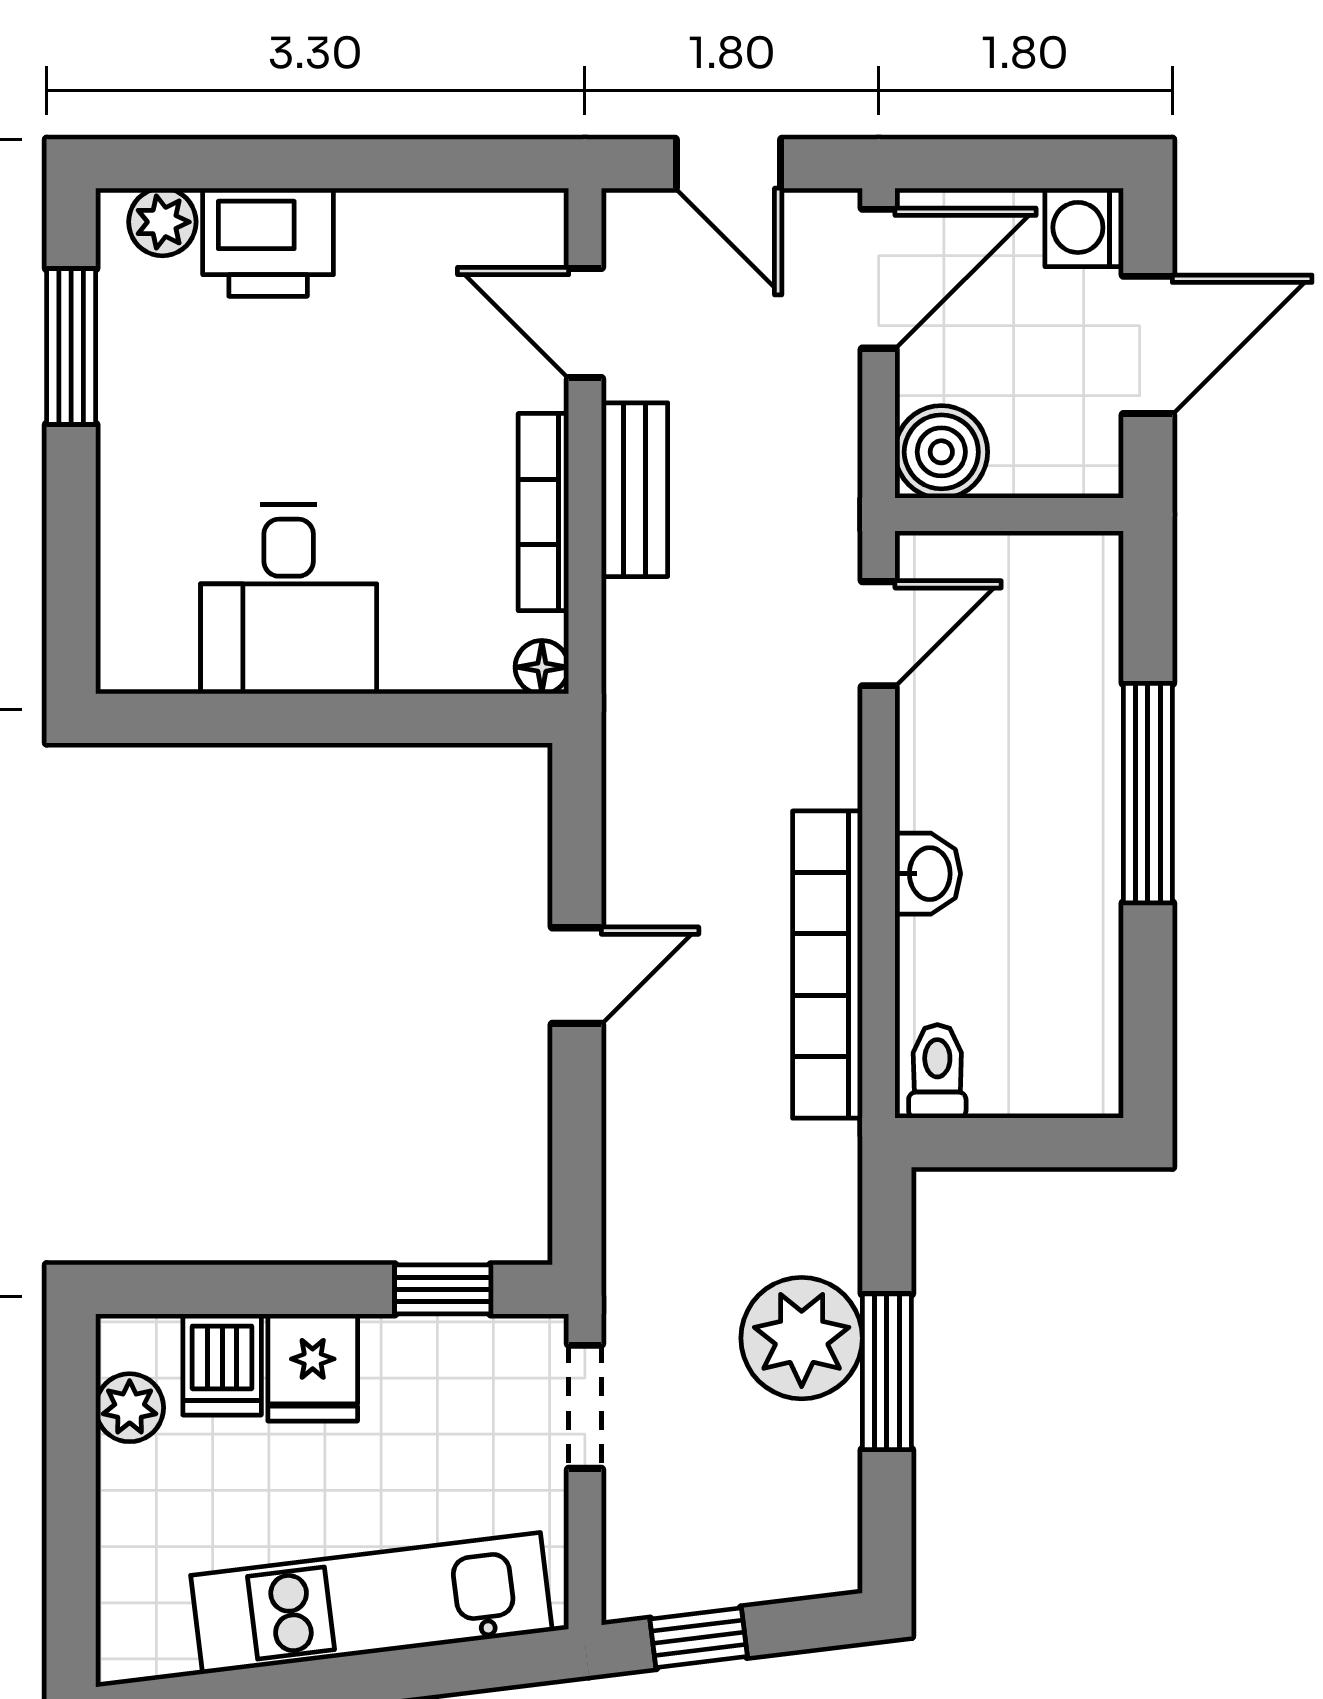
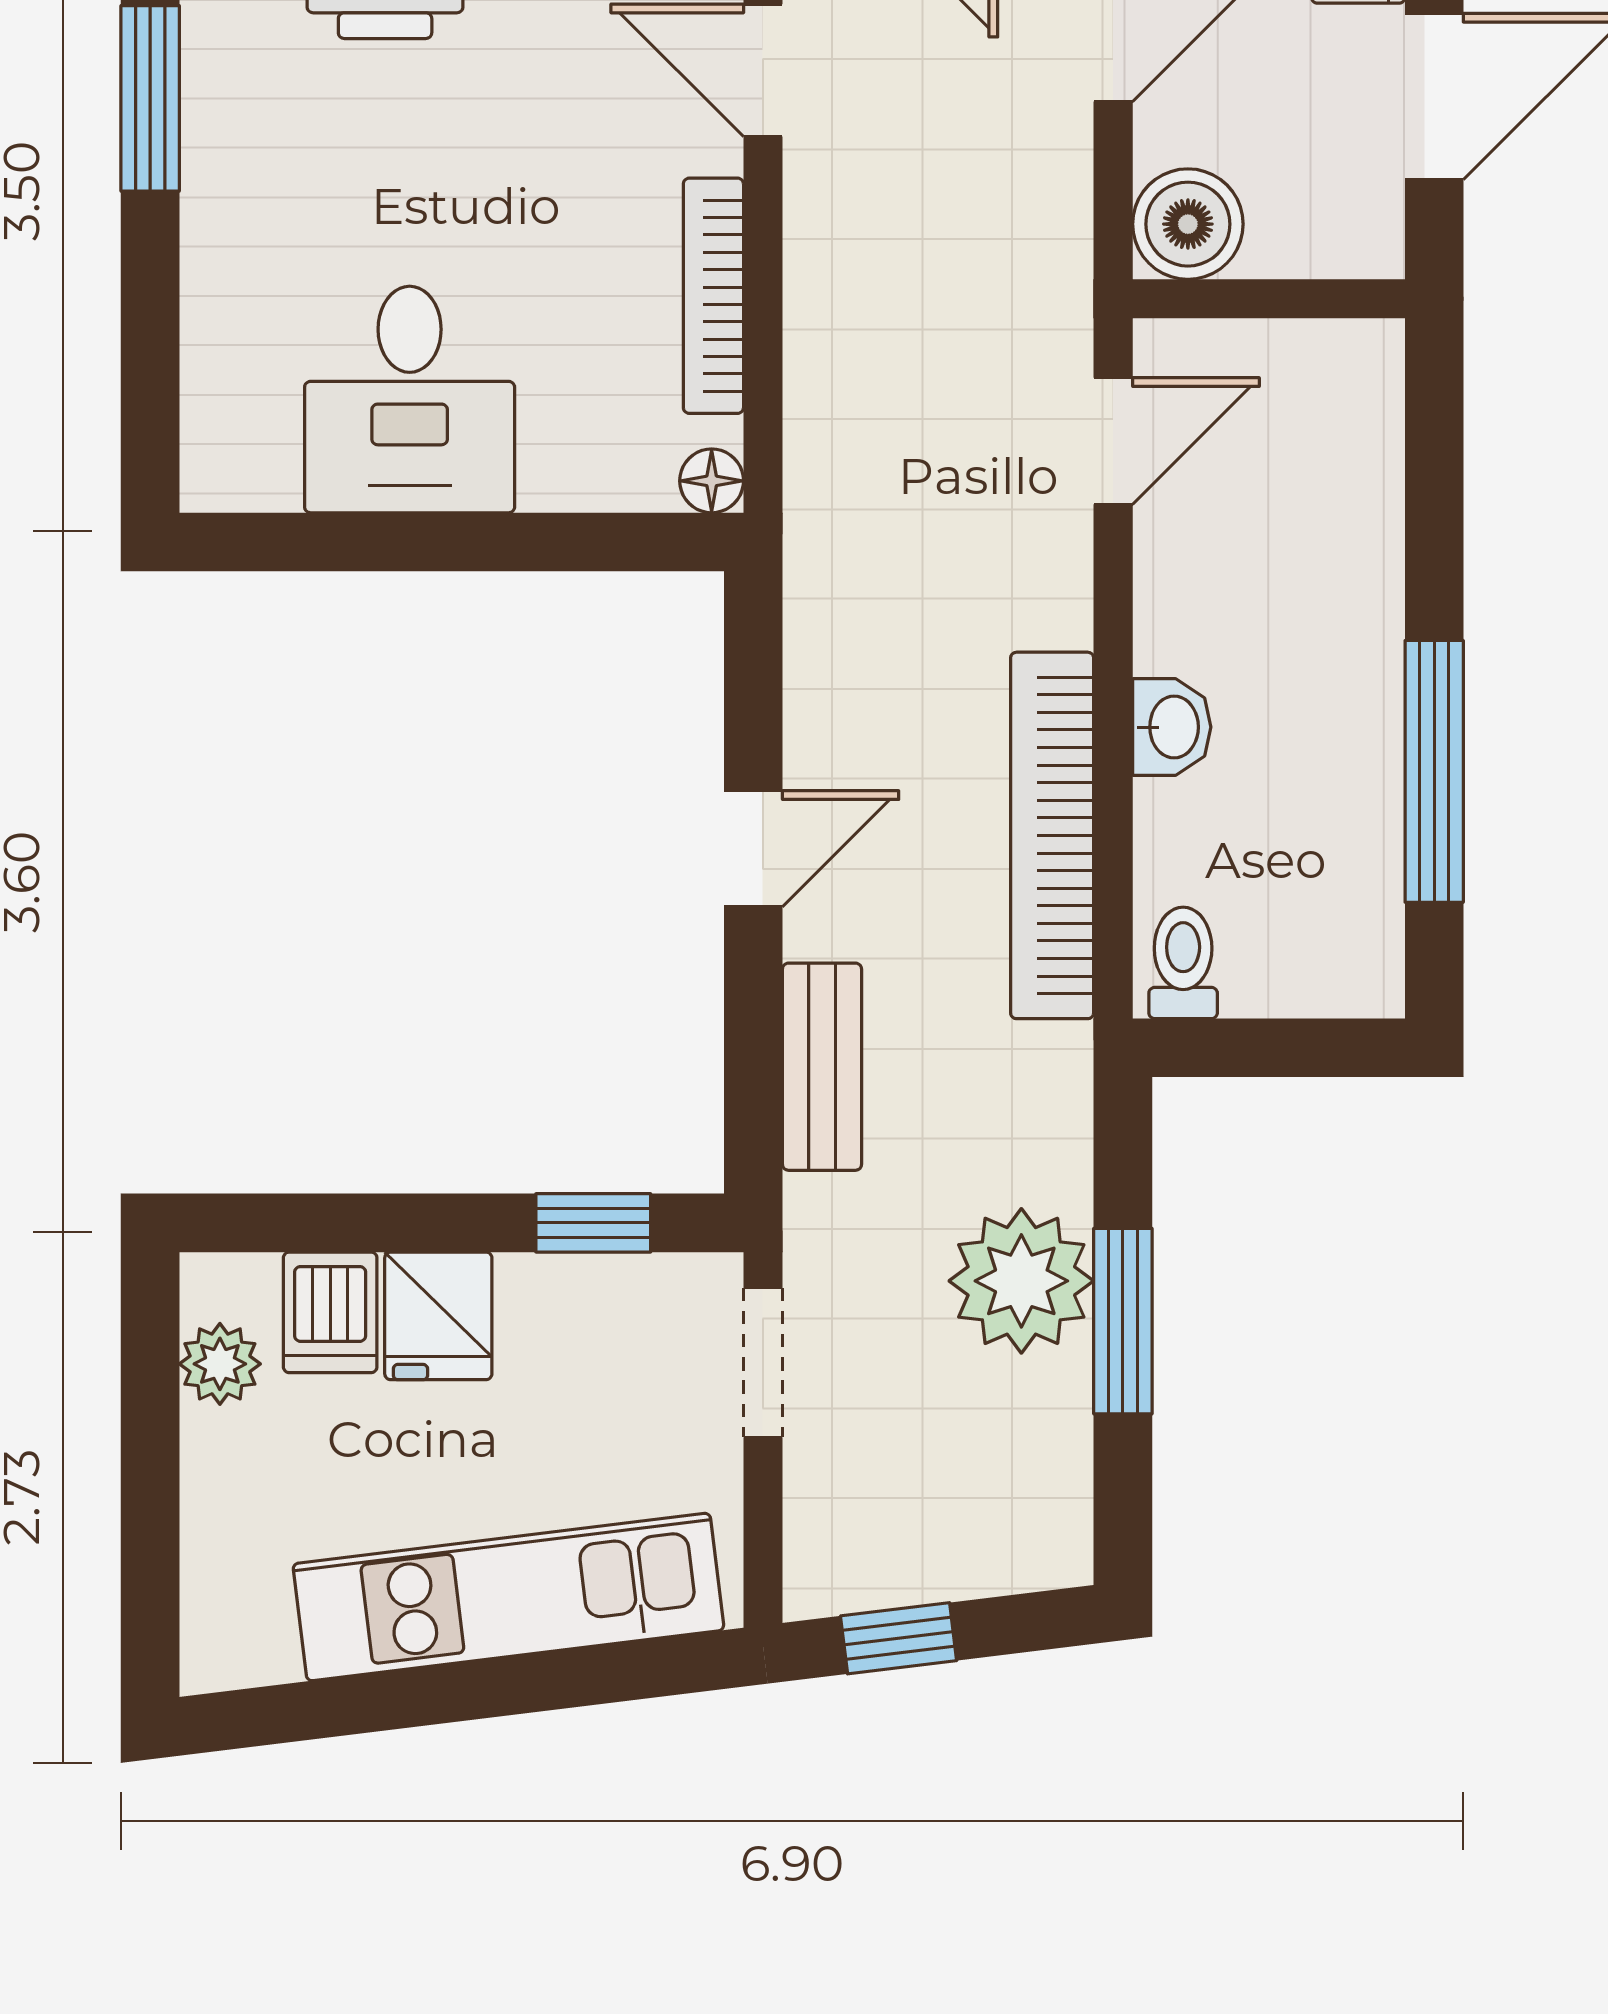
bench: (634, 490) -> (822, 1067), moved
window: (1148, 793) -> (1434, 771), moved

